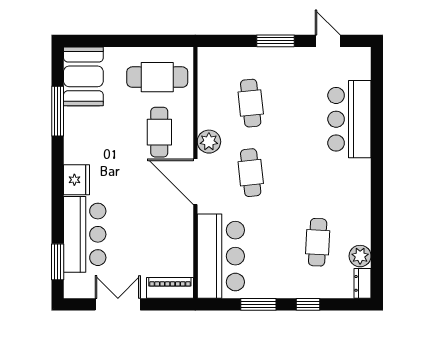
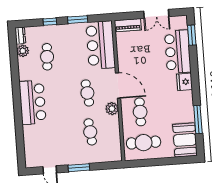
bar counter: (349, 119) -> (33, 102), moved

